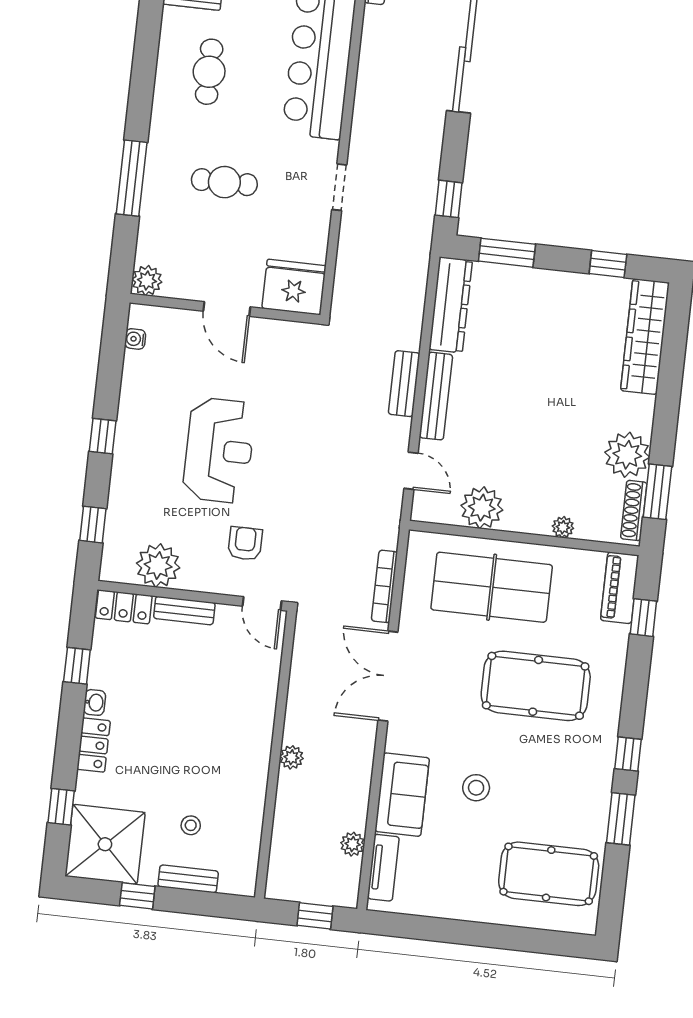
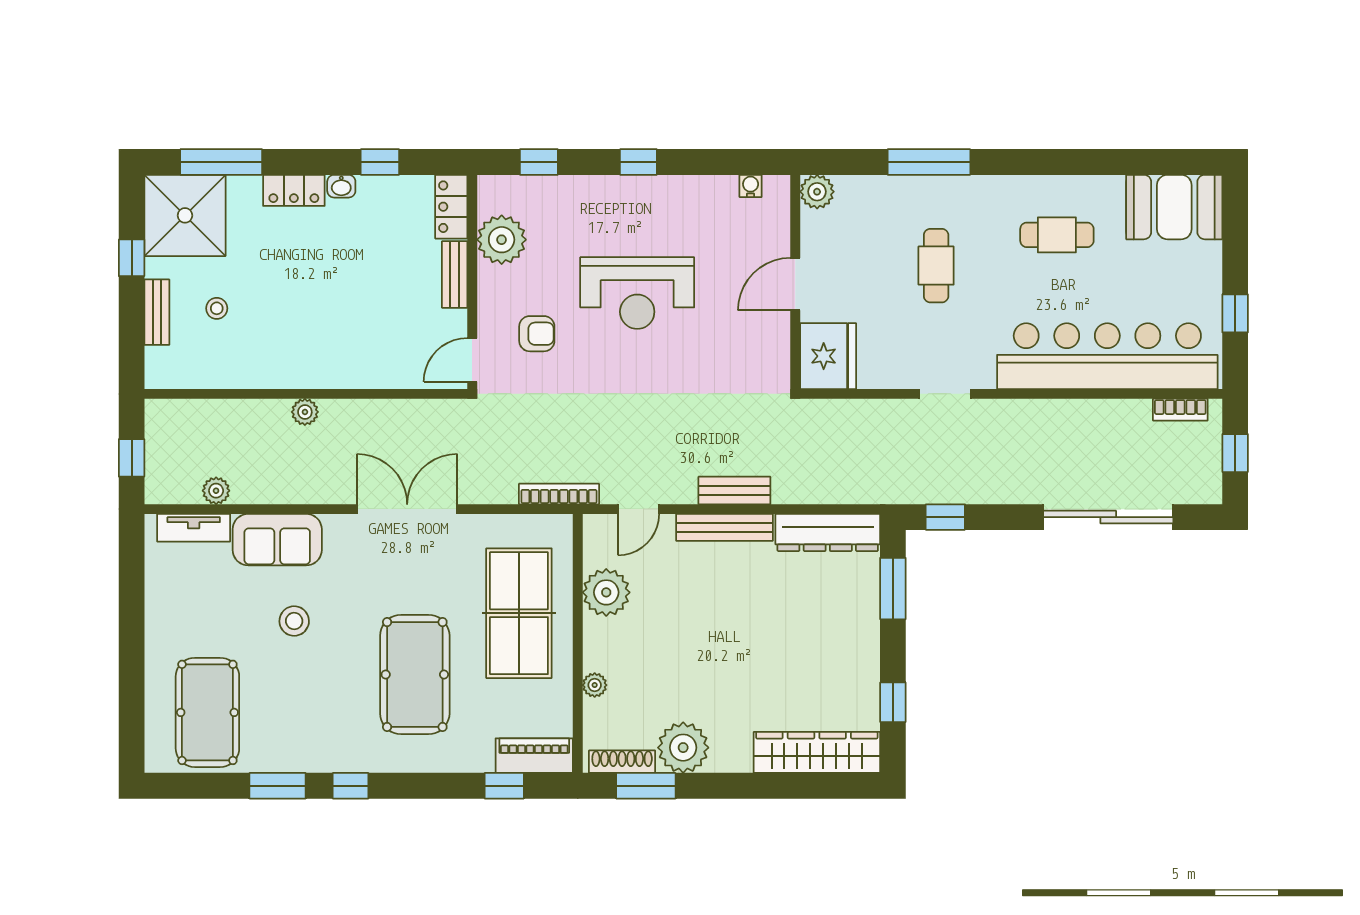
bookcase: (384, 586) -> (559, 494), moved
window: (61, 807) -> (221, 162), width x2.17

